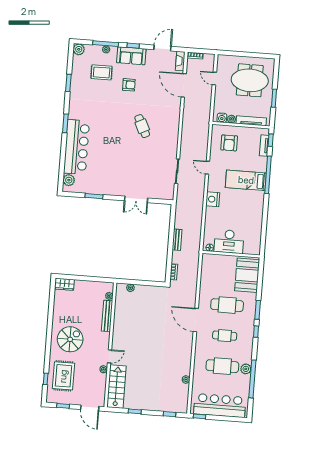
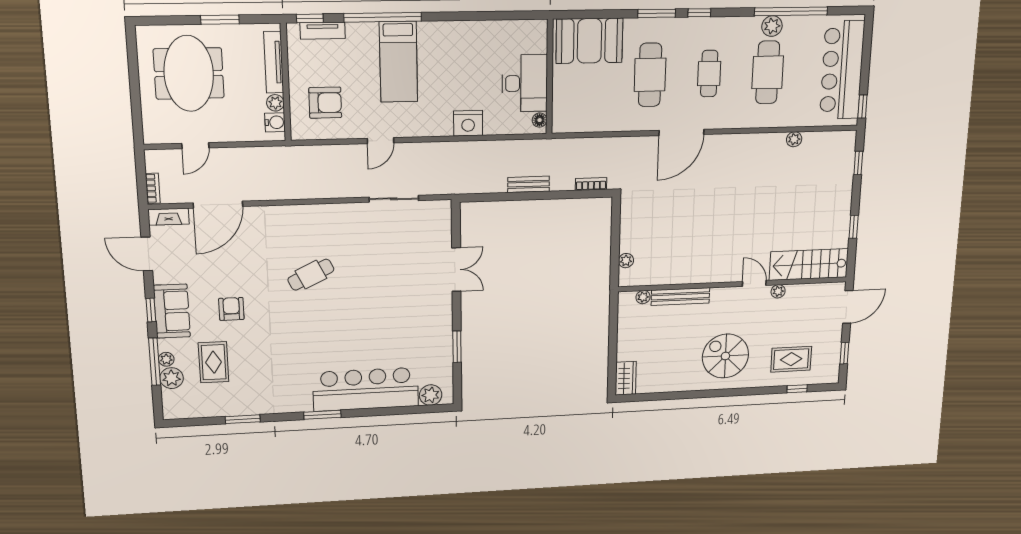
plant: (79, 49) -> (172, 378), moved
nightstand: (213, 199) -> (468, 123), moved
rug: (63, 376) -> (791, 359), width x0.73, depth x0.70

